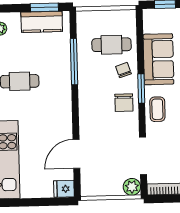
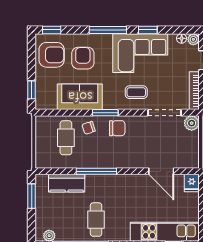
kitchen counter: (42, 22) -> (67, 183), moved, turned 90
window: (74, 62) -> (96, 171), moved
coffee table: (157, 109) -> (136, 92), moved

